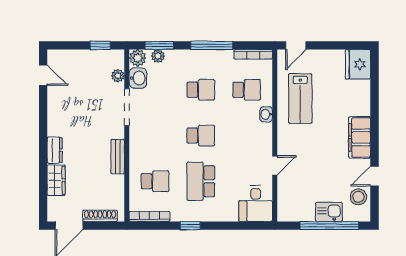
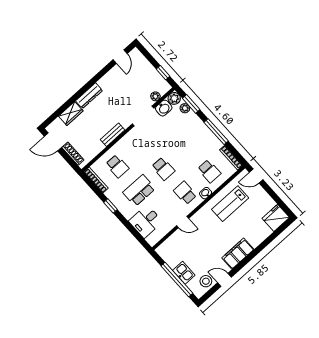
school desk: (201, 90) -> (185, 193), moved, turned 180
dresser: (55, 150) -> (89, 96), width x1.44
desk: (256, 204) -> (146, 221), moved

